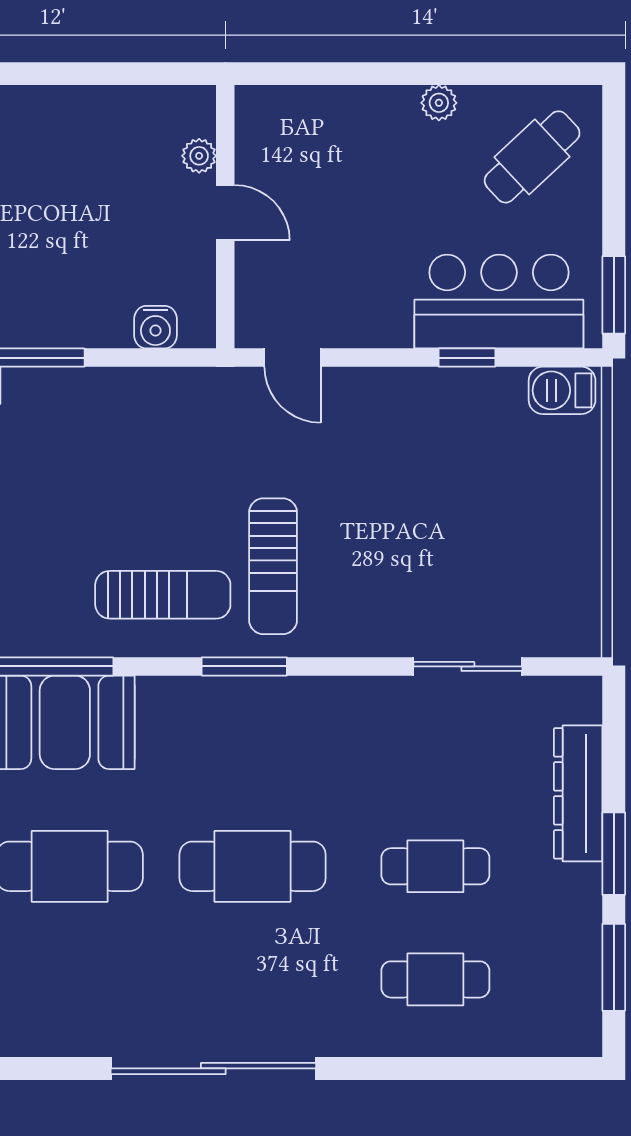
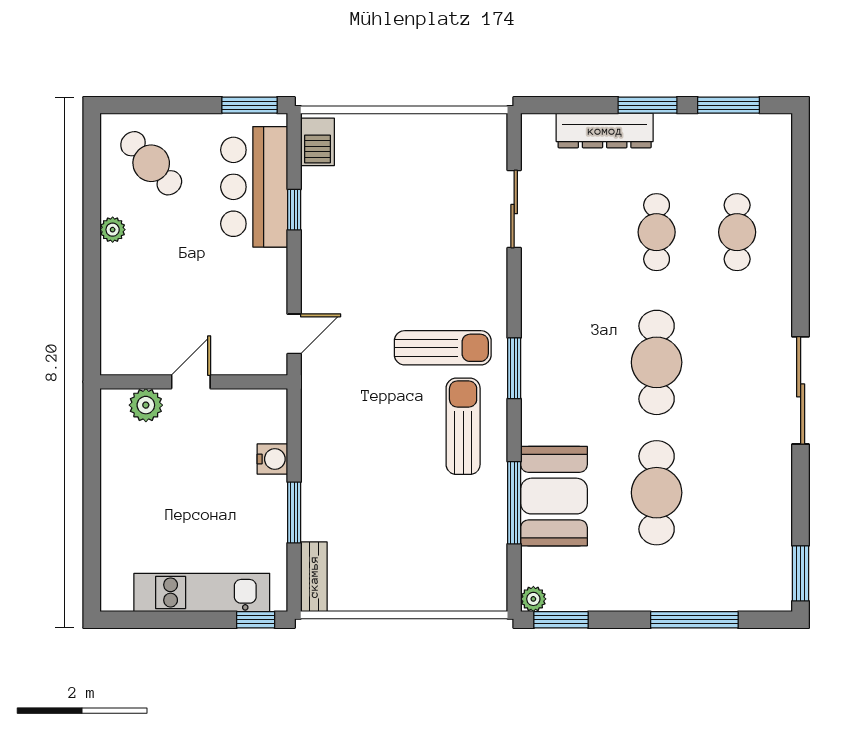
plant: (199, 156) -> (146, 405), width x1.38, depth x1.38
water cooler: (155, 327) -> (272, 459), moved
sliding door: (213, 1068) -> (801, 390), width x0.73

